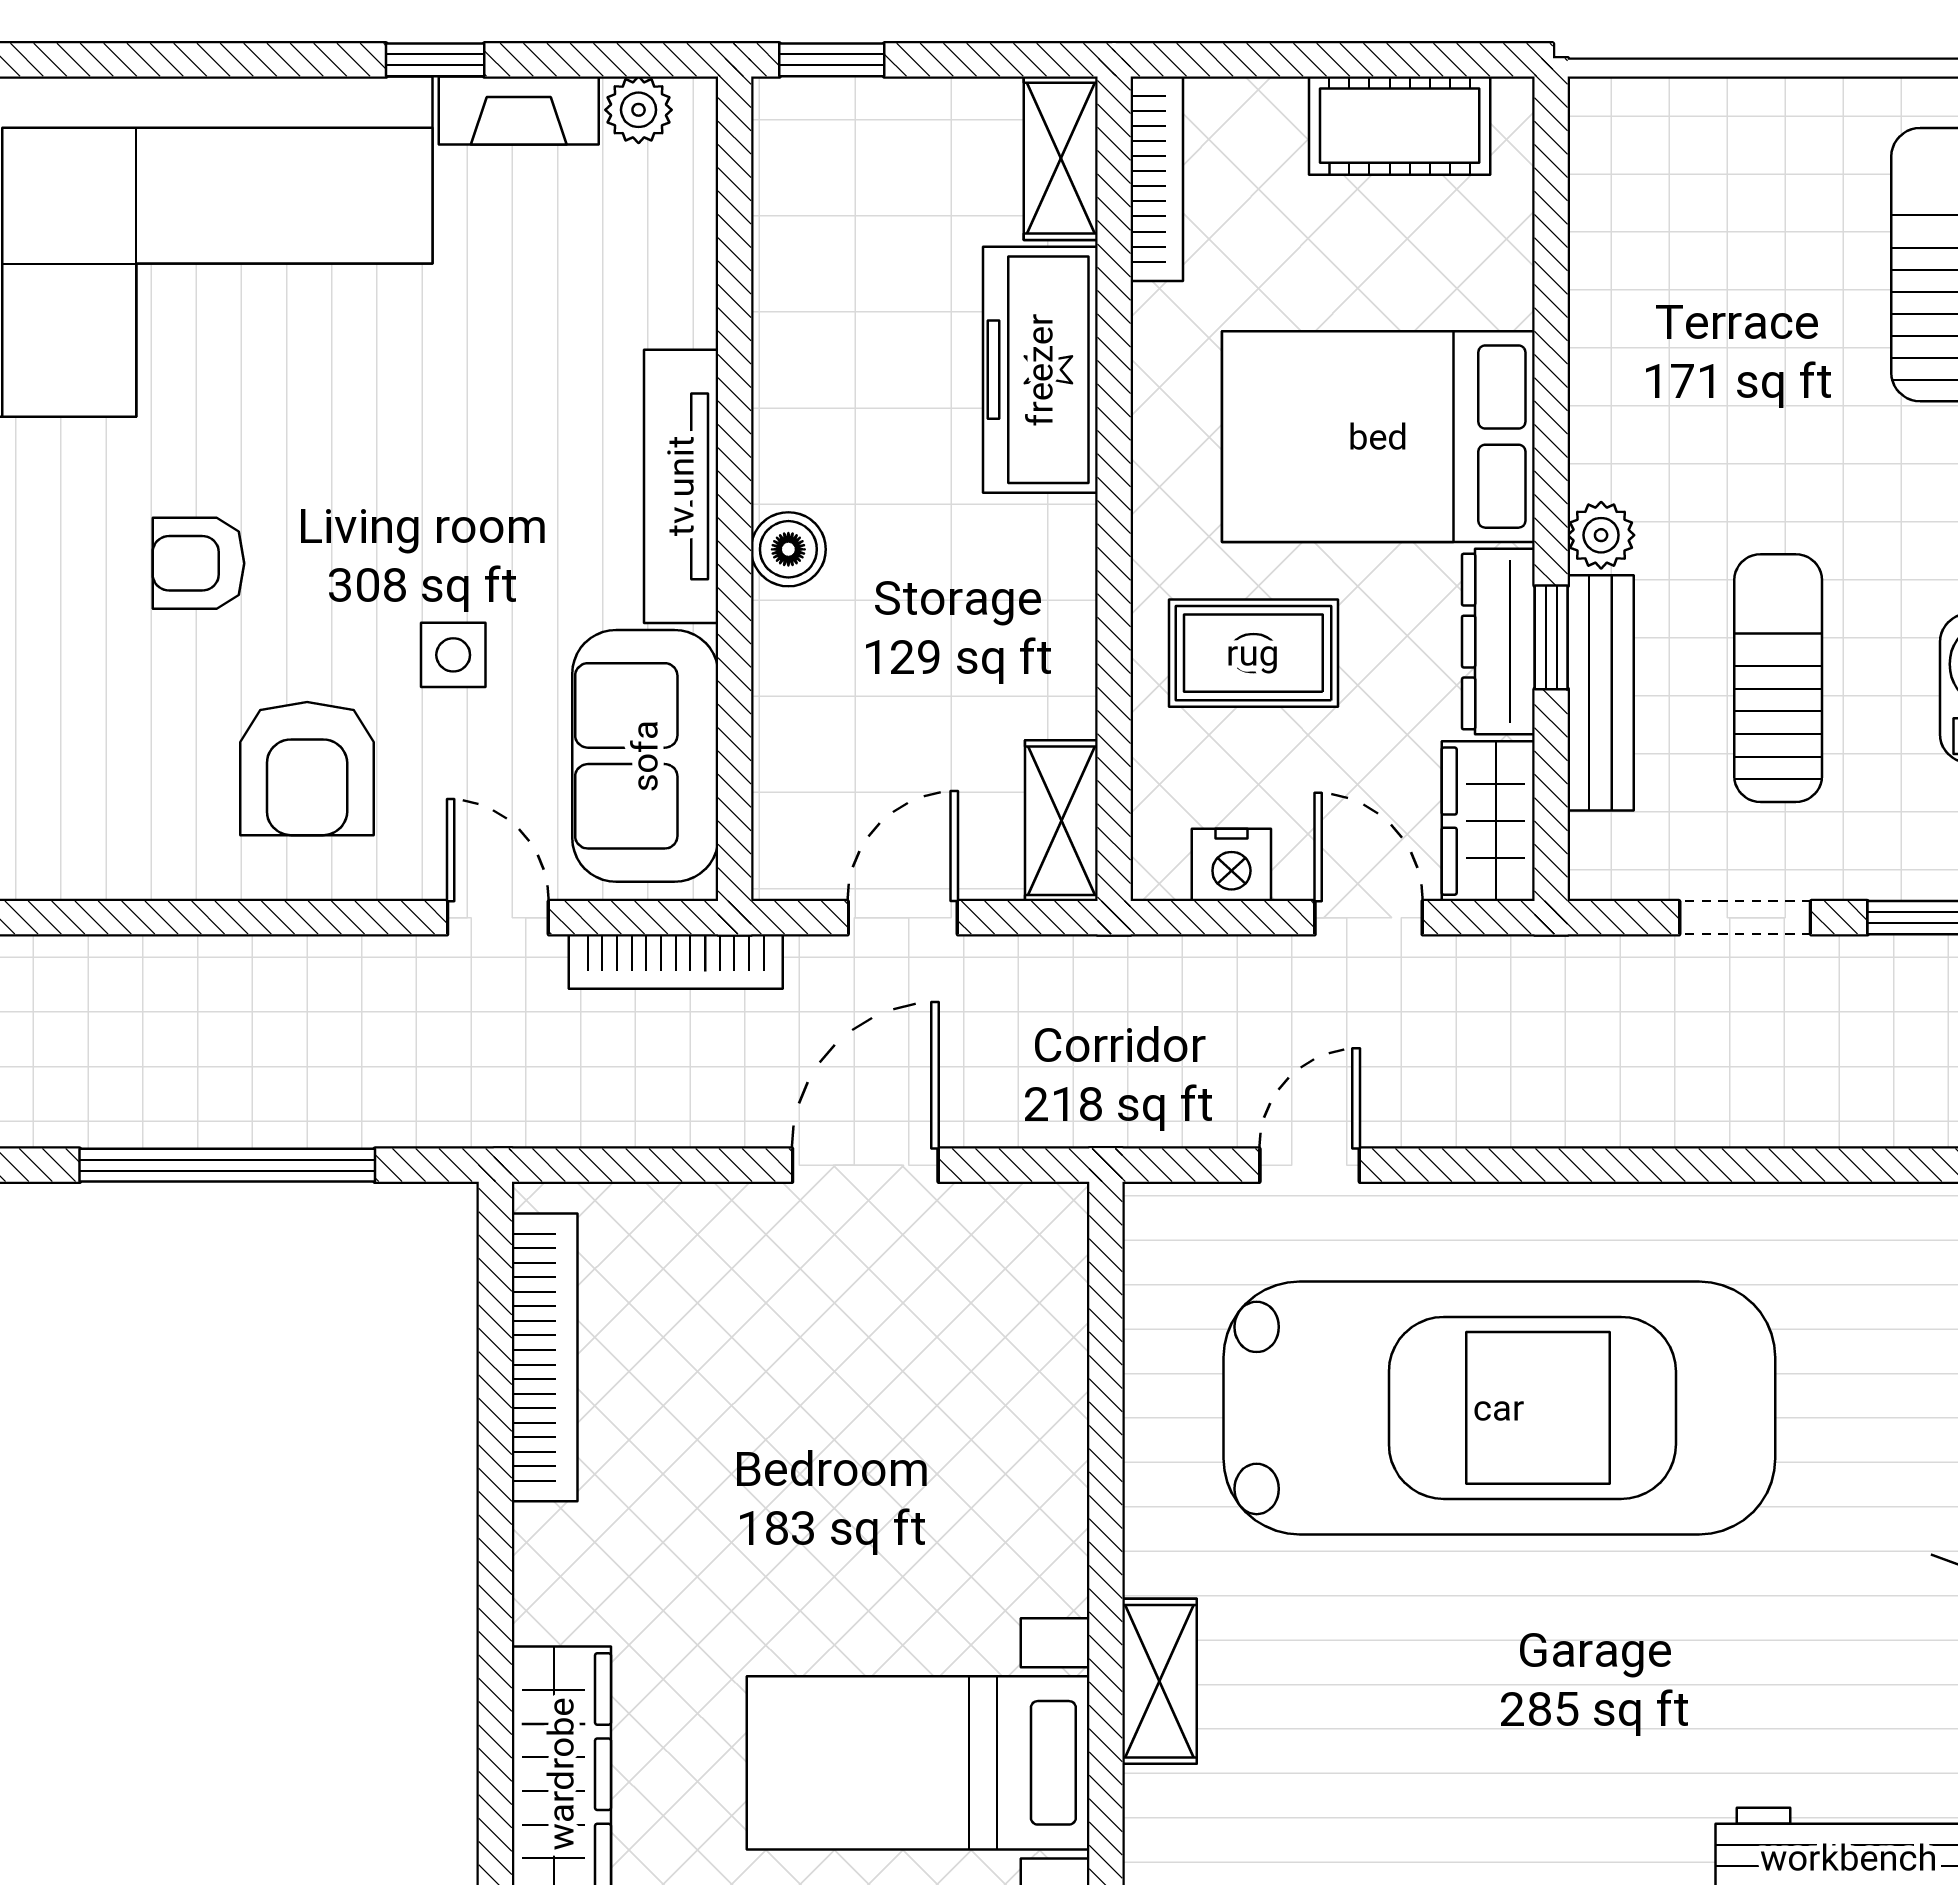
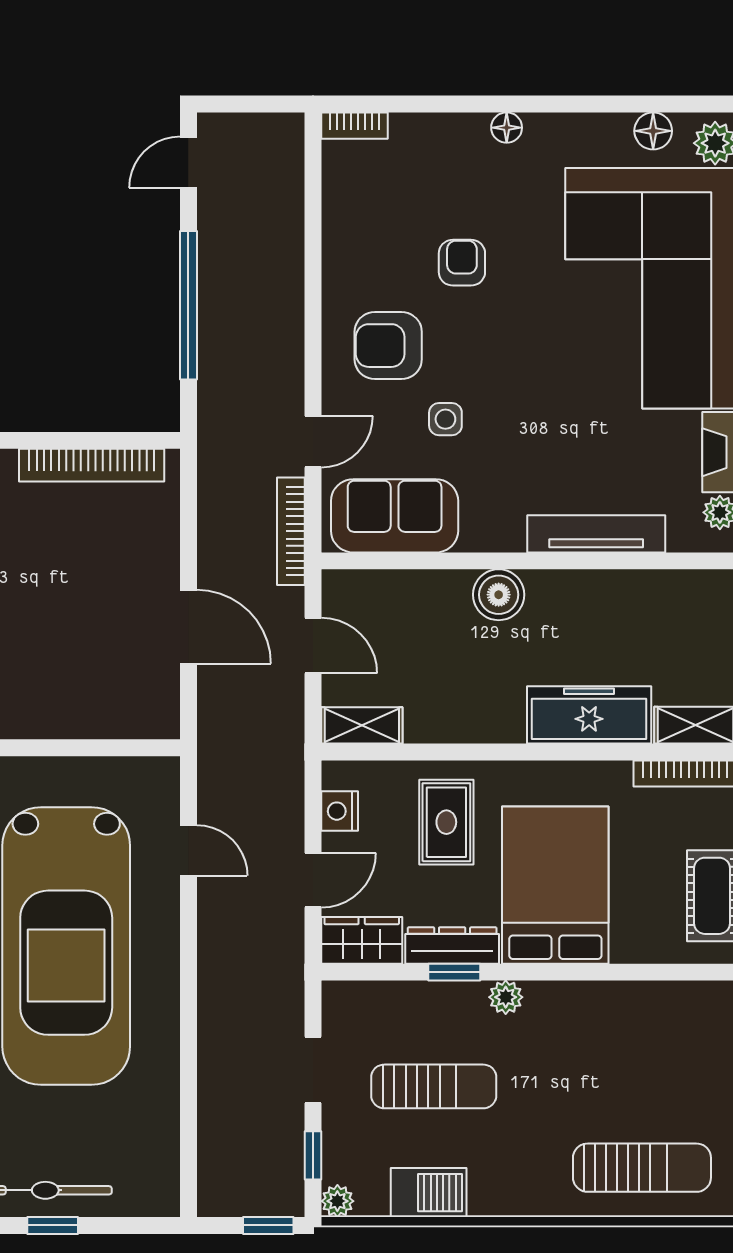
tv unit: (681, 486) -> (596, 534), moved
boiler: (788, 549) -> (499, 595), width x1.36, depth x1.36
armchair: (198, 563) -> (462, 263), moved
bench: (1601, 693) -> (426, 997), removed

